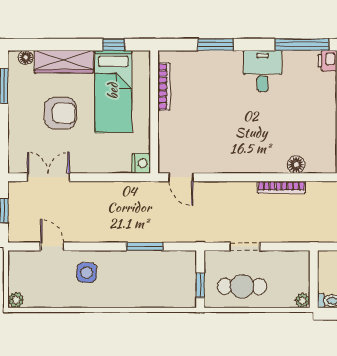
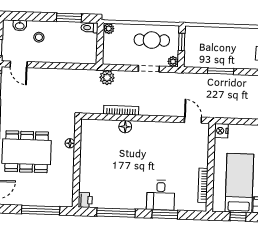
window: (302, 45) -> (116, 213), moved
desk: (263, 71) -> (161, 195), moved
floor lamp: (296, 165) -> (125, 127), moved
plant: (303, 232) -> (107, 78), added
plant: (211, 258) -> (173, 61), added

